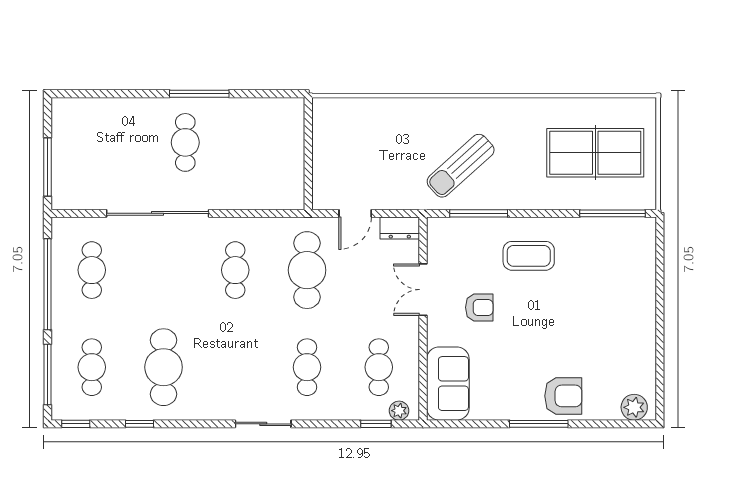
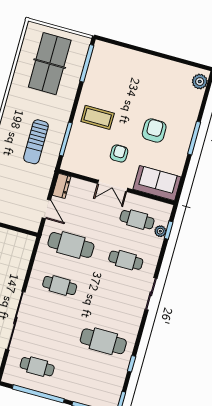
sun lounger: (461, 166) -> (36, 142), turned 42
coffee table: (529, 256) -> (98, 117), turned 90
double door: (423, 290) -> (113, 186), moved
cafe table: (92, 367) -> (92, 382), removed
armchair: (563, 396) -> (154, 131), moved
plant: (399, 411) -> (160, 231), moved

